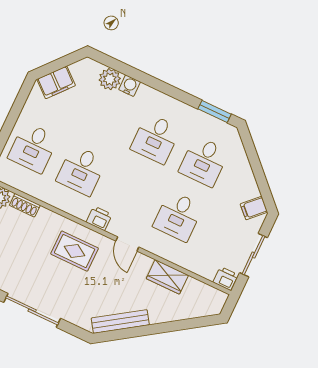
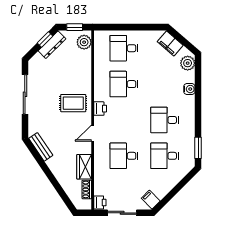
plant: (110, 79) -> (188, 63), moved
shoe rack: (25, 205) -> (87, 189), moved
rug: (75, 251) -> (73, 103), turned 90
bench: (120, 321) -> (41, 147), width x0.73

